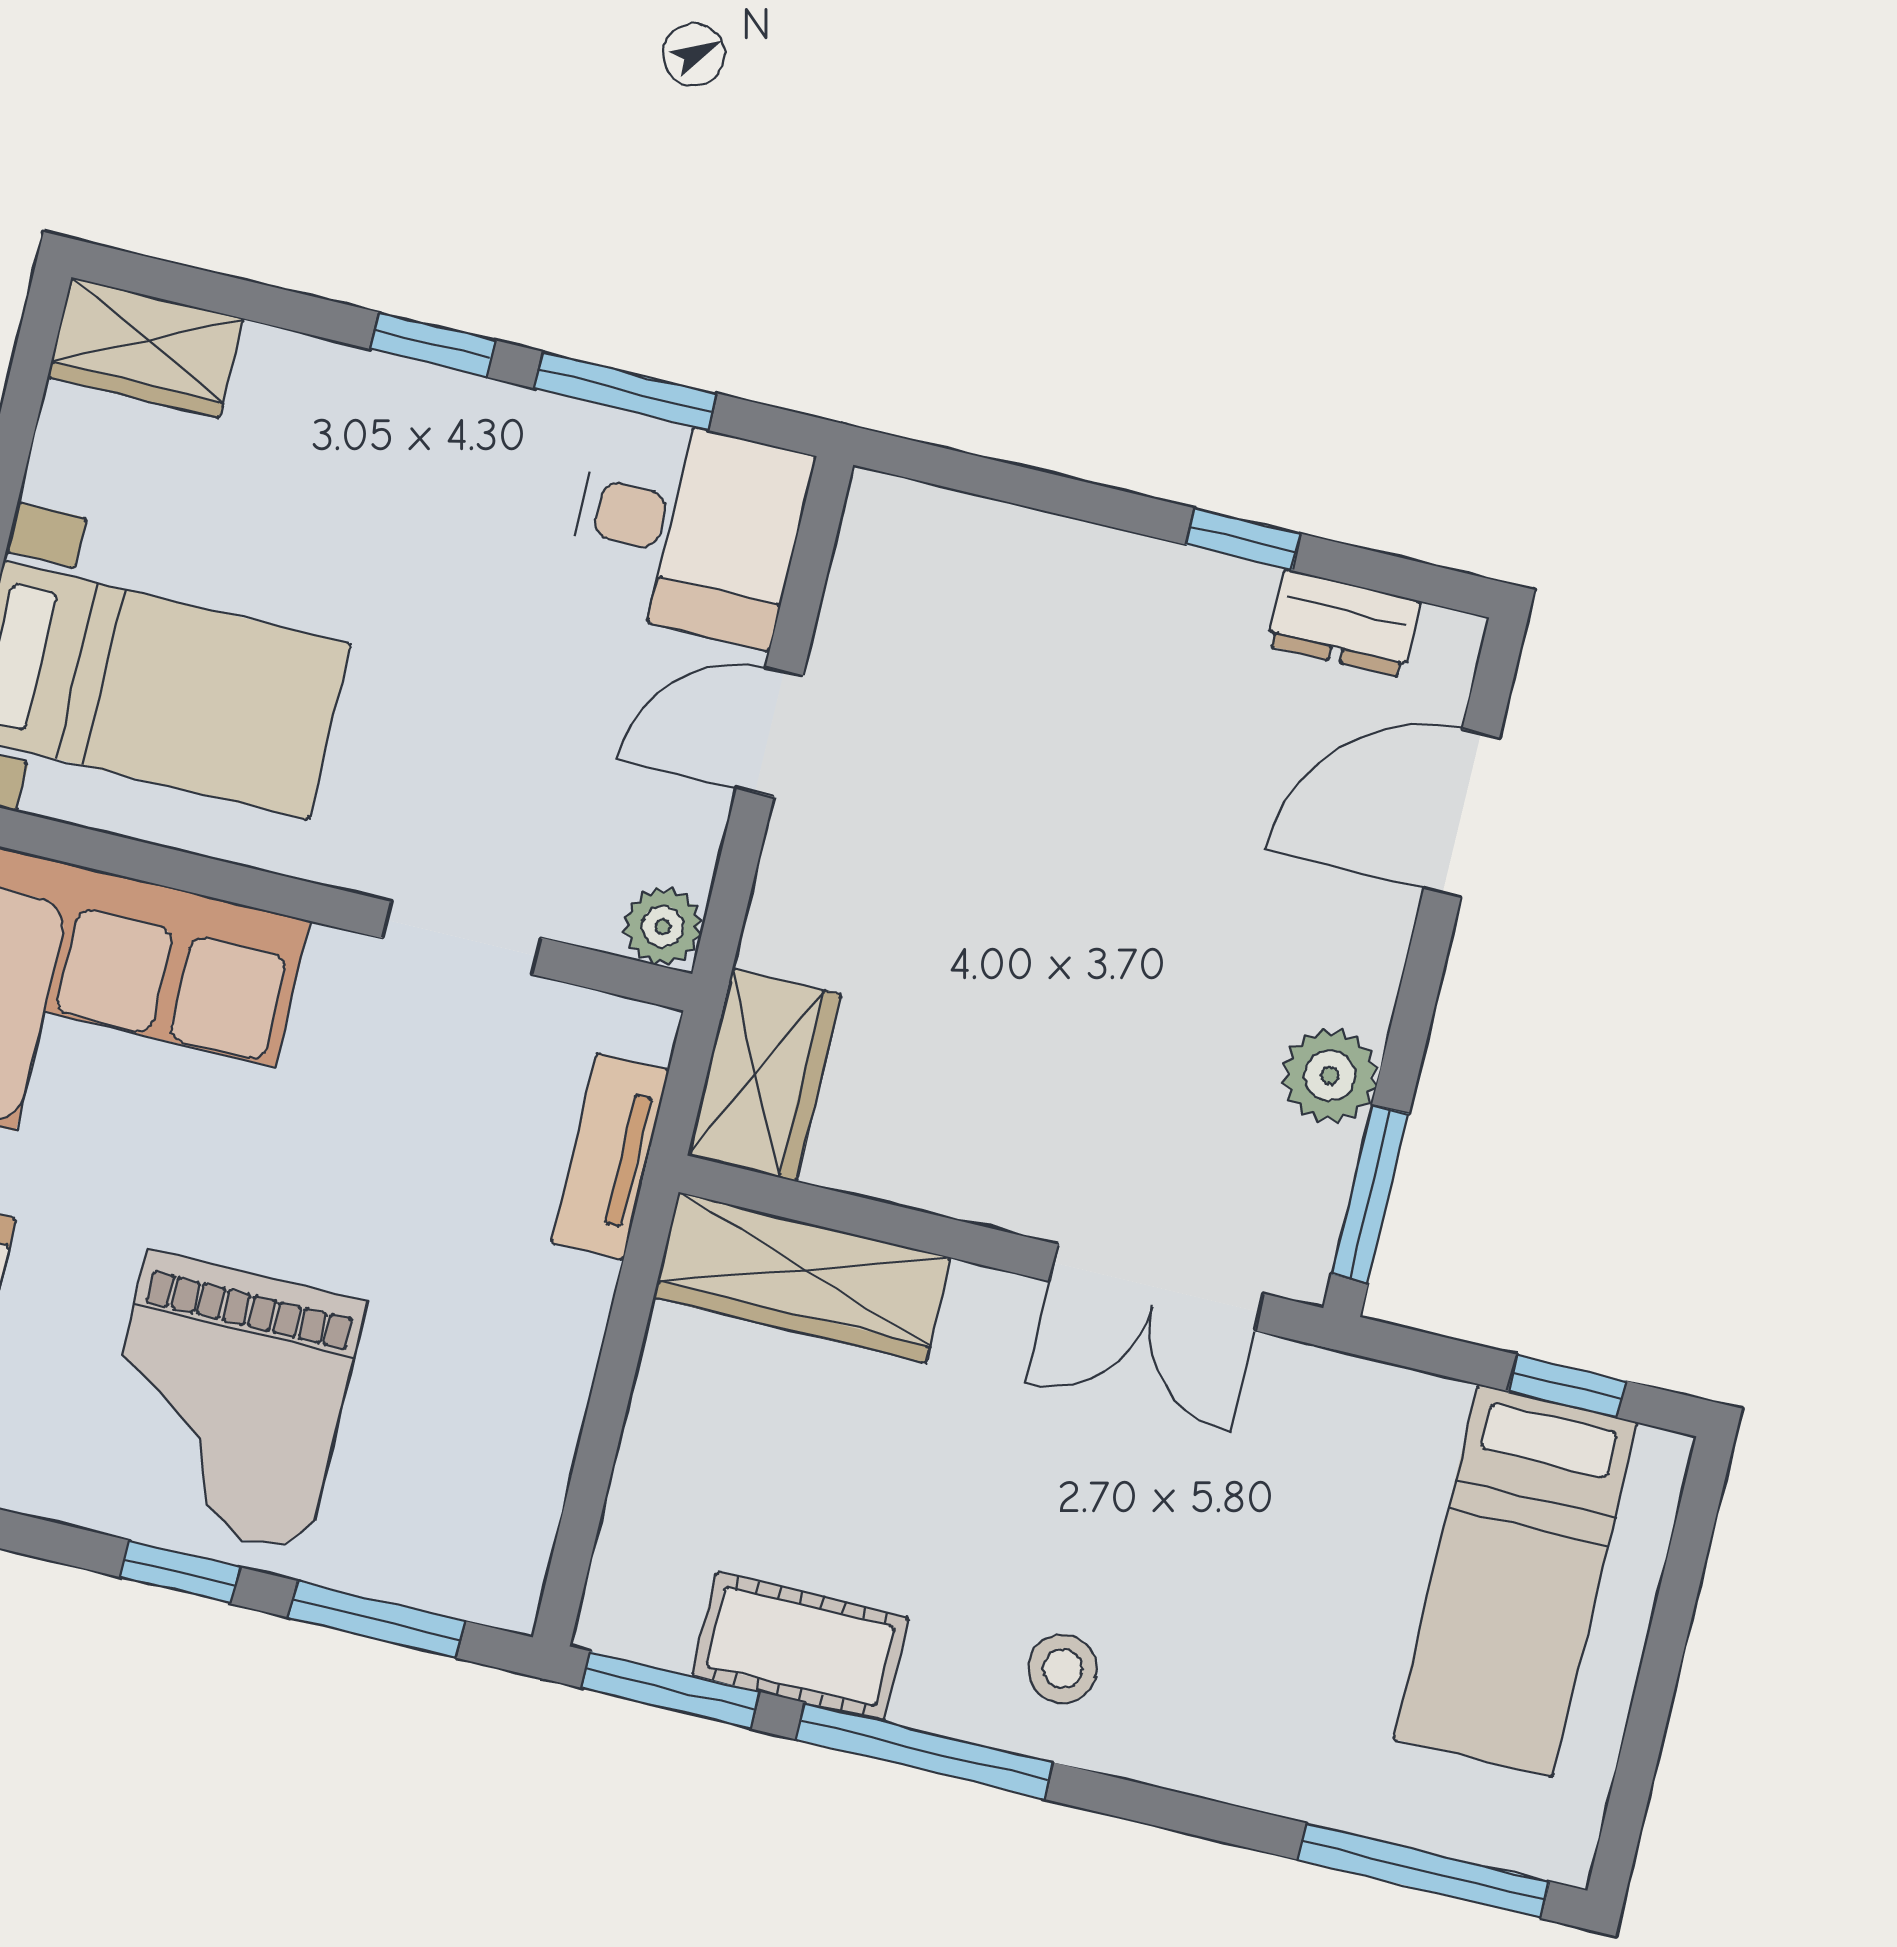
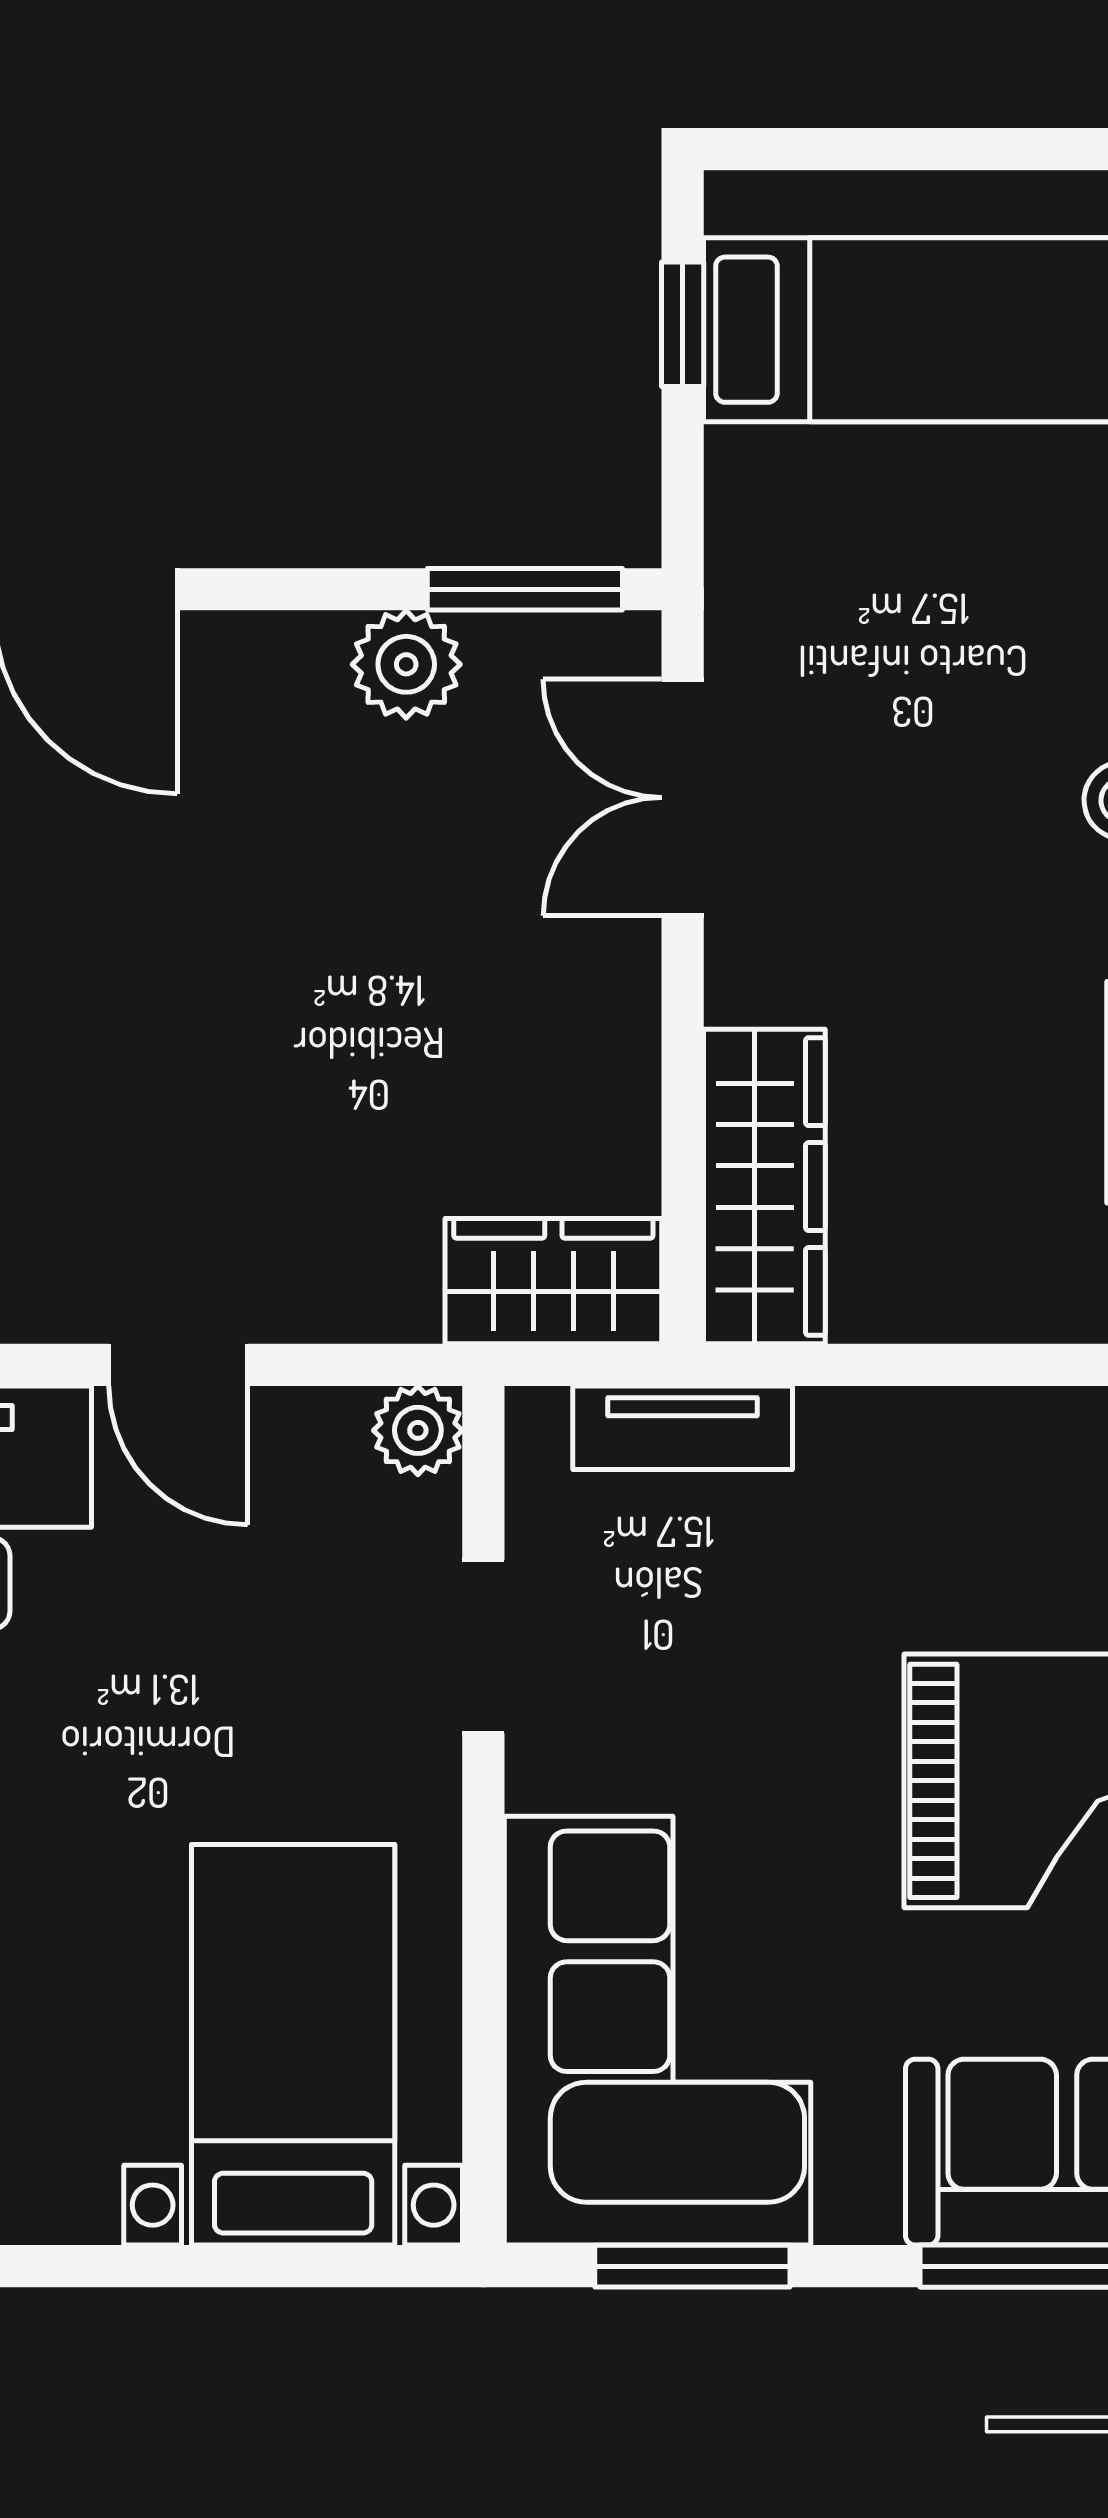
double door: (1157, 1287) -> (683, 798), swing flipped

